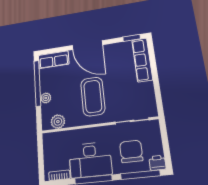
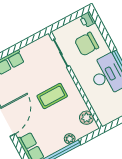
coffee table: (93, 96) -> (52, 96), width x0.73, depth x0.76
window: (140, 175) -> (102, 29), removed

